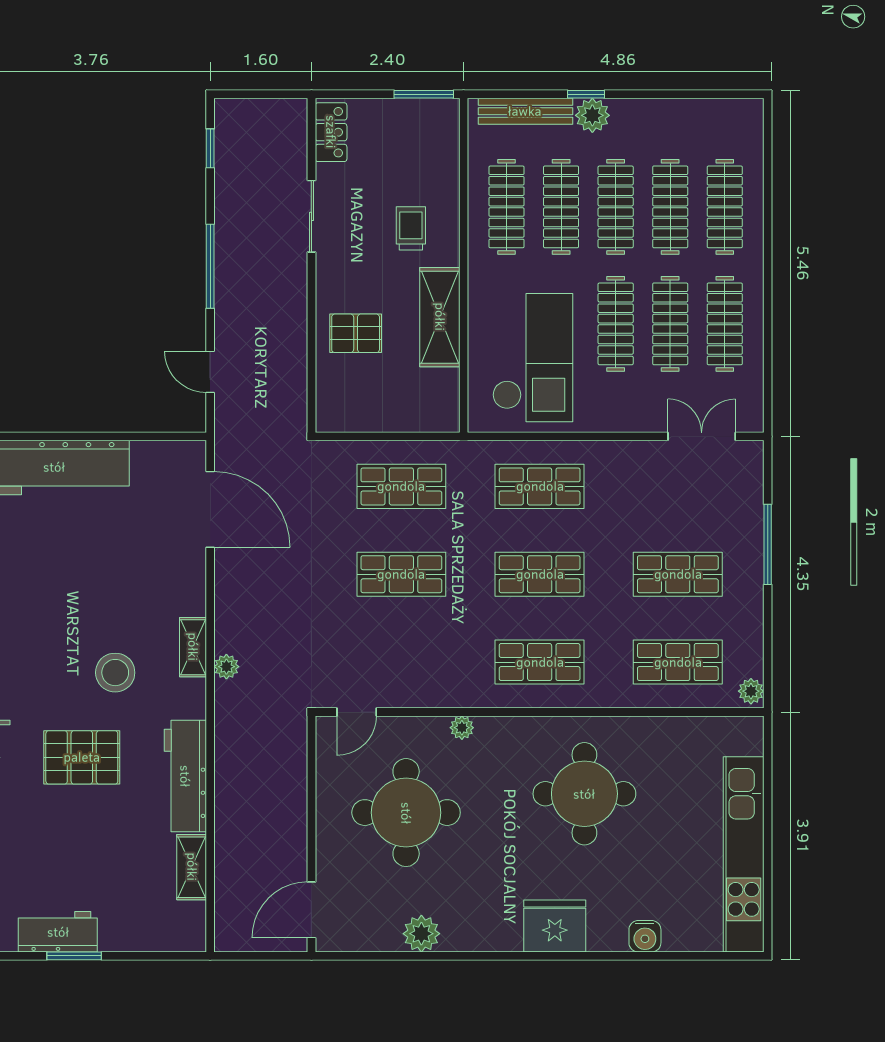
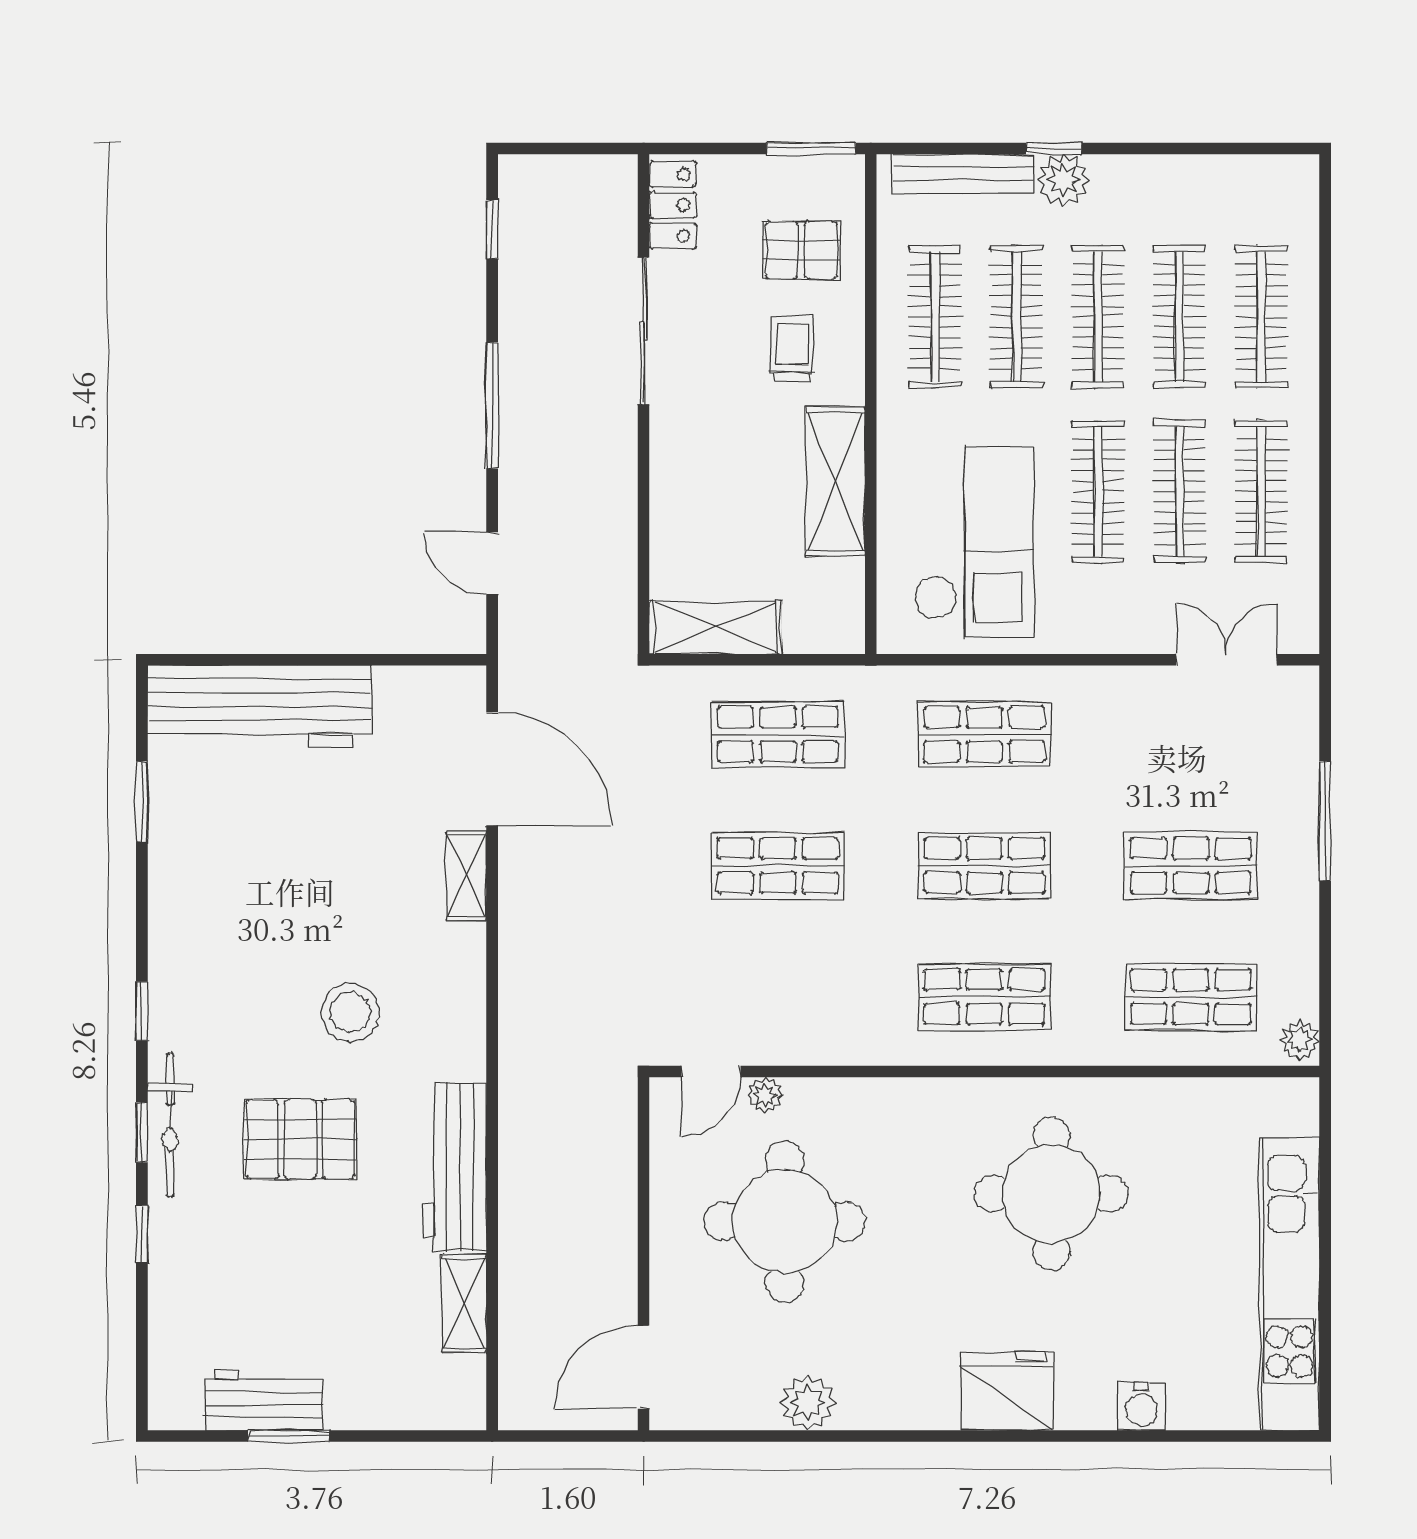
sliding door: (311, 216) -> (644, 331), width x1.37
pallet: (356, 333) -> (801, 250), moved
shelving: (360, 415) -> (715, 628), added
shelving: (193, 647) -> (466, 876), moved
plant: (226, 667) -> (517, 1004), removed
plant: (462, 728) -> (765, 1095), moved

